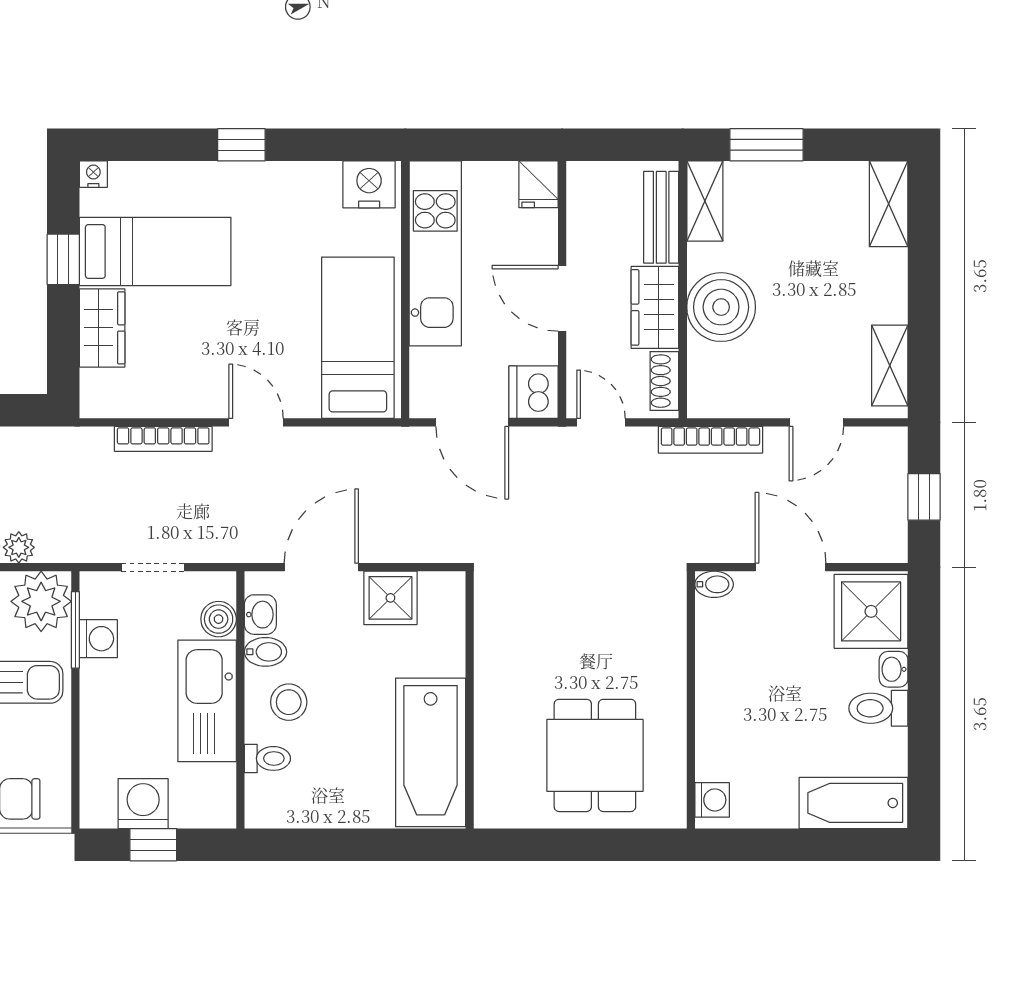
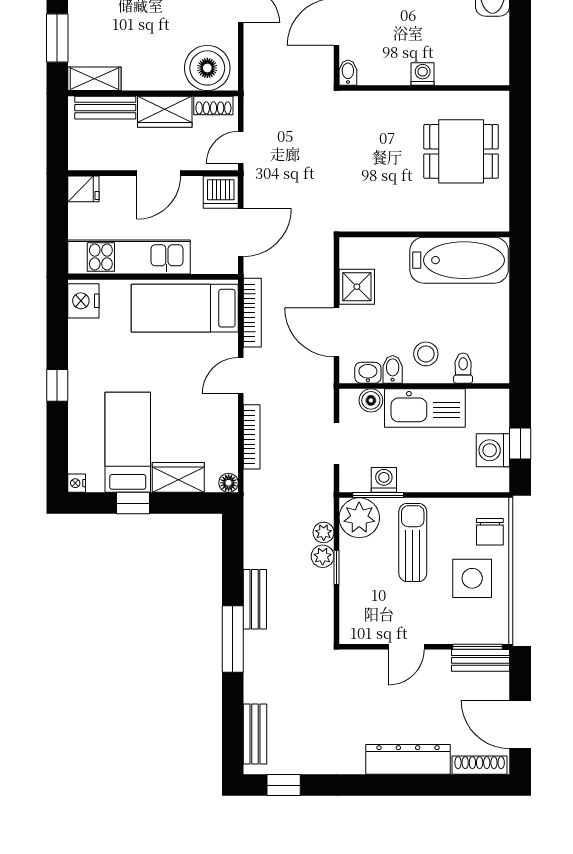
boiler: (721, 307) -> (207, 68), moved
floor lamp: (94, 404) -> (229, 483), added
bookcase: (710, 440) -> (252, 313), moved
washing machine: (712, 800) -> (423, 74), moved

